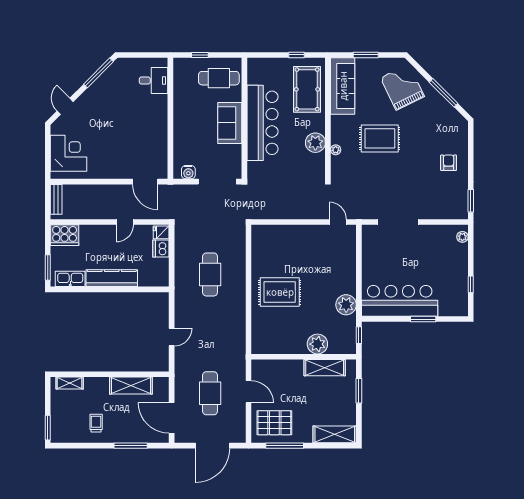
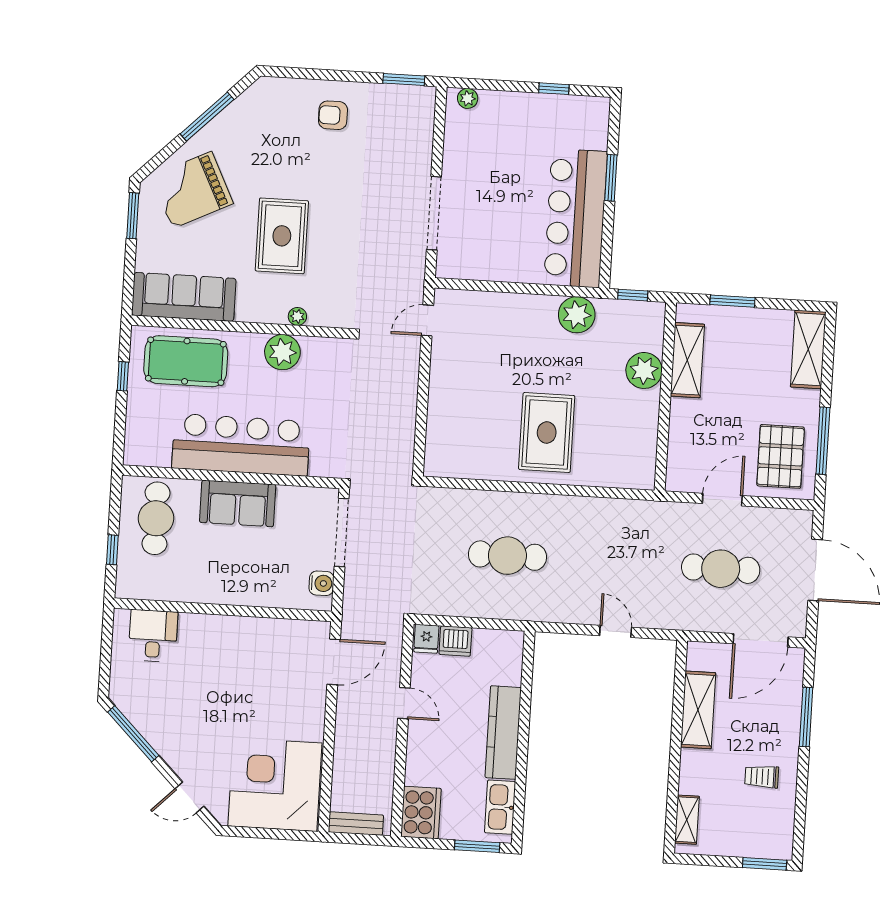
window: (366, 55) -> (133, 216), moved
corner desk: (69, 153) -> (275, 785), width x1.36, depth x1.36

